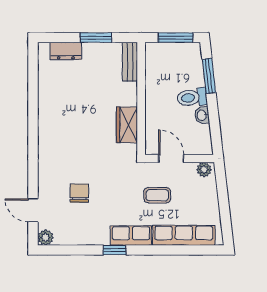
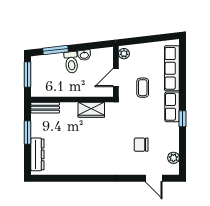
dresser: (66, 51) -> (37, 154), width x1.44
door: (33, 210) -> (154, 178), hinge flipped
plant: (45, 237) -> (173, 158), moved

